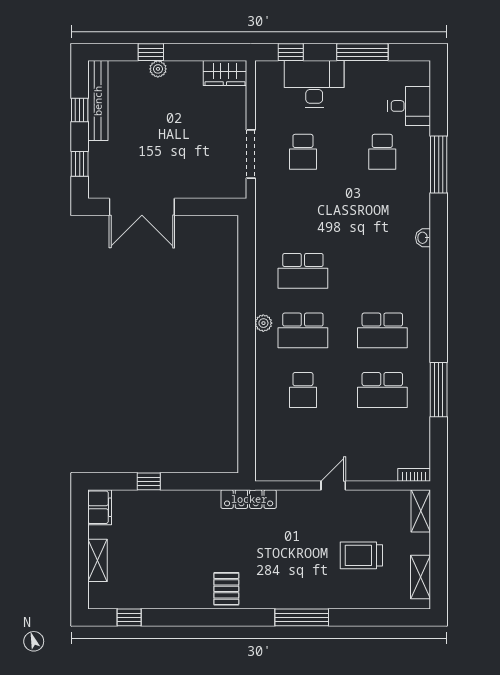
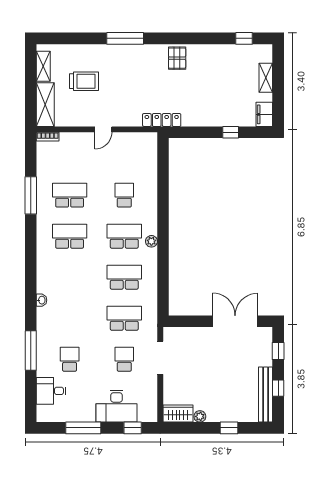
plant: (158, 69) -> (200, 416), moved
school desk: (303, 211) -> (124, 318), added
shelving: (421, 511) -> (45, 105), width x1.50, depth x1.33

